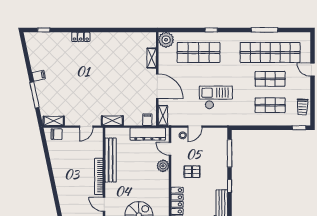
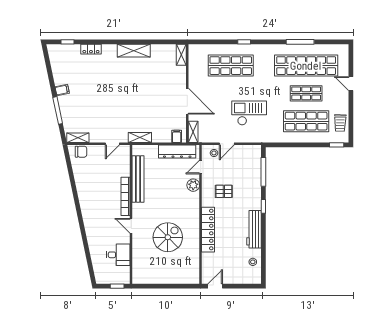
locker: (81, 37) -> (91, 49), moved
shelving: (107, 38) -> (134, 51), added
plant: (166, 40) -> (196, 52), removed
shelving: (152, 58) -> (181, 55), moved
shop shelf: (270, 105) -> (306, 121), width x1.43, depth x1.36
door: (170, 149) -> (201, 167), hinge flipped

